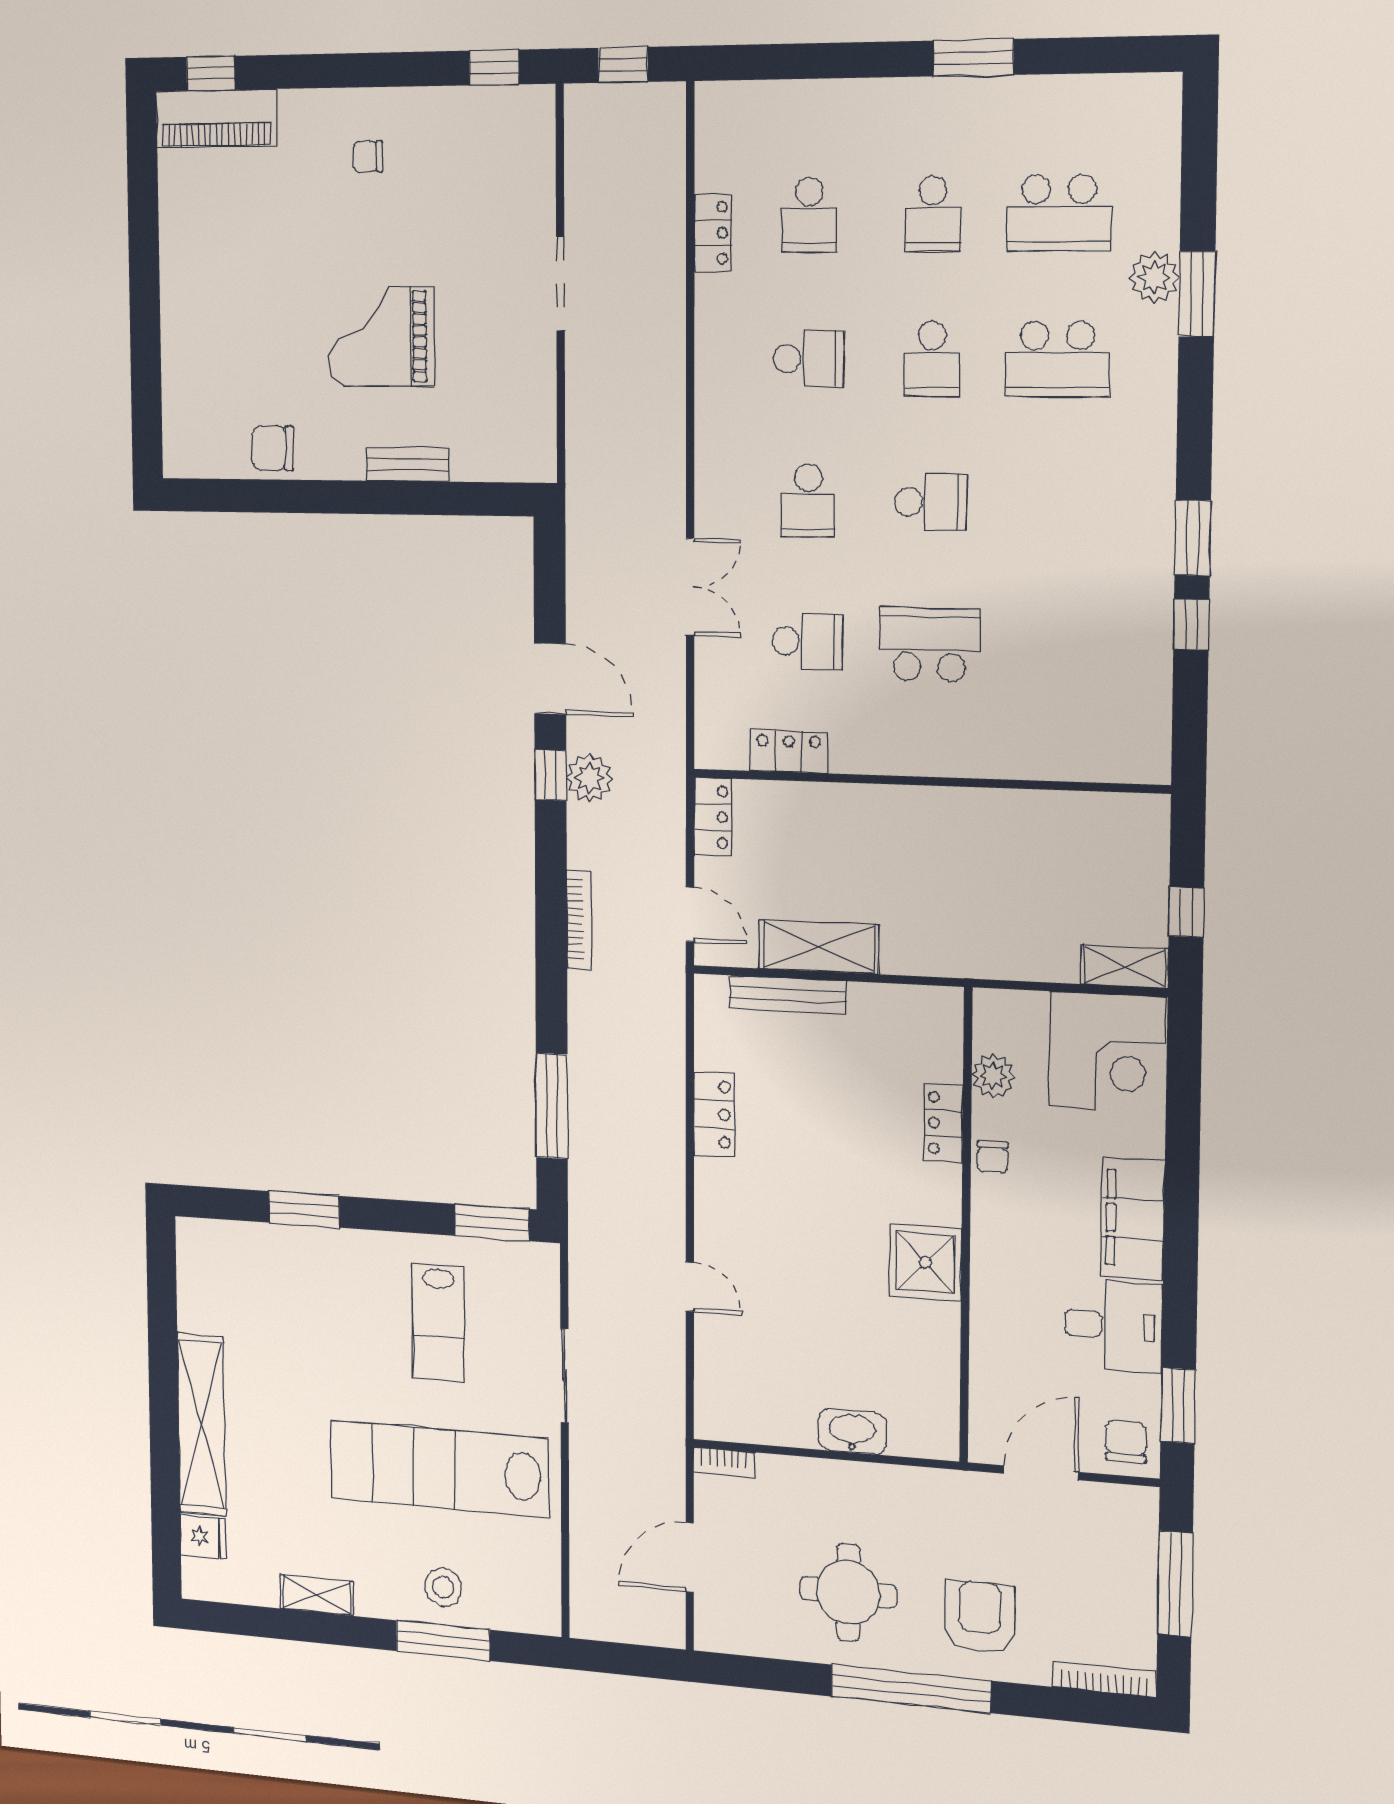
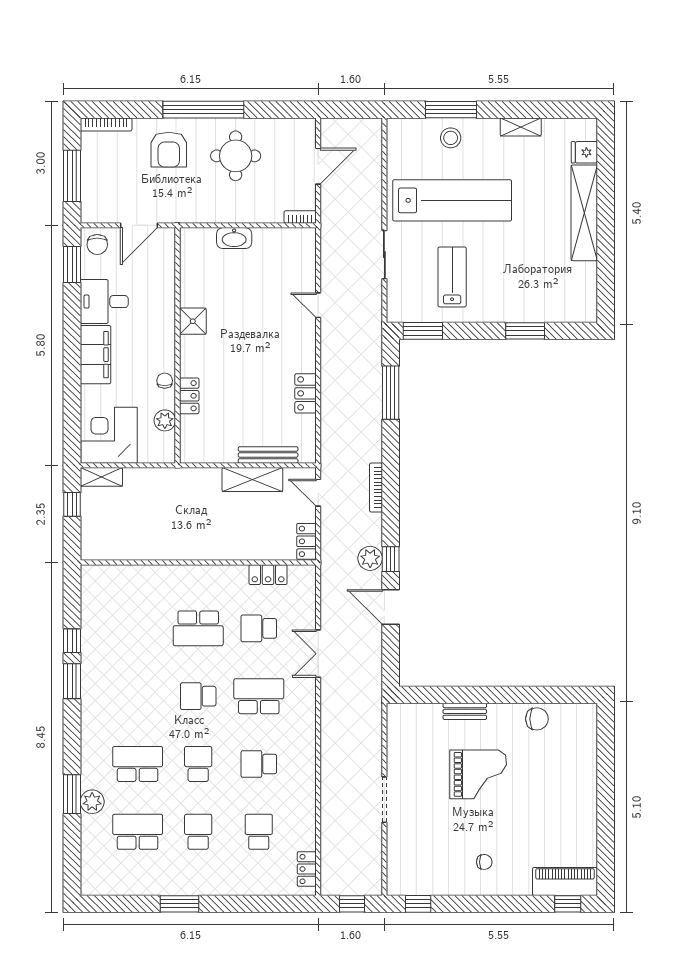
locker: (713, 233) -> (307, 869), moved
school desk: (808, 501) -> (259, 696), width x1.85
shower: (925, 1262) -> (193, 321), width x0.73, depth x0.73

